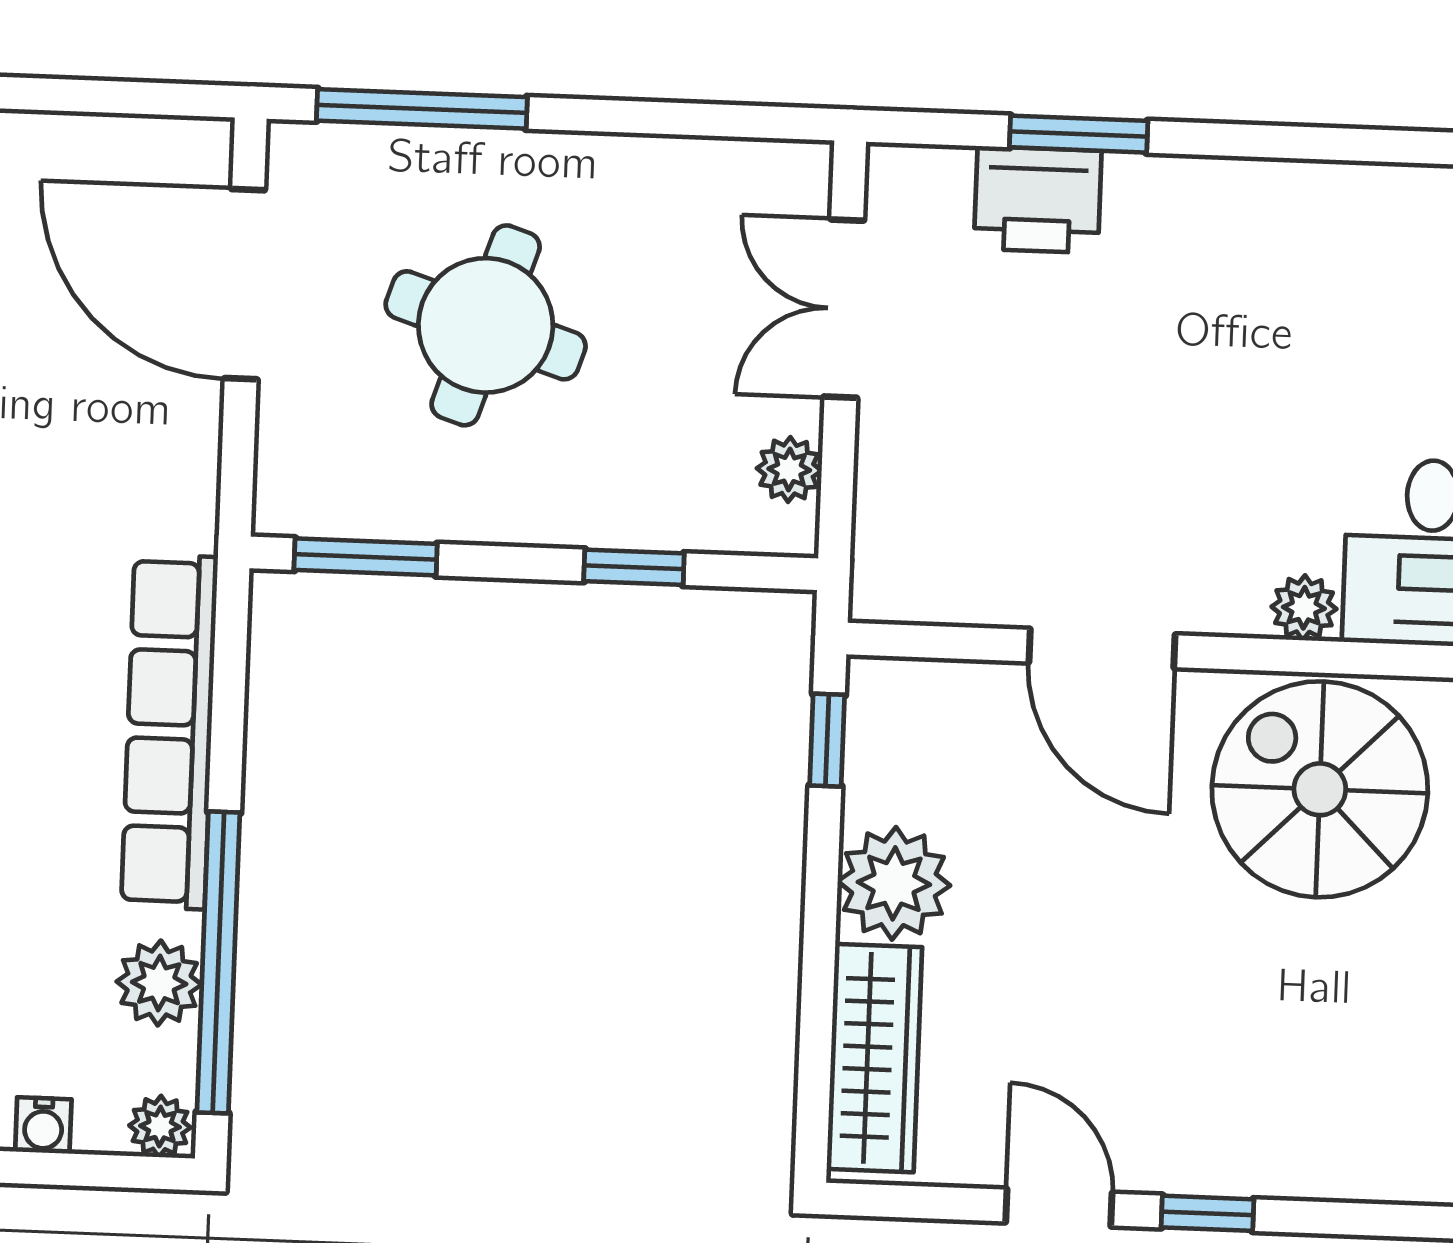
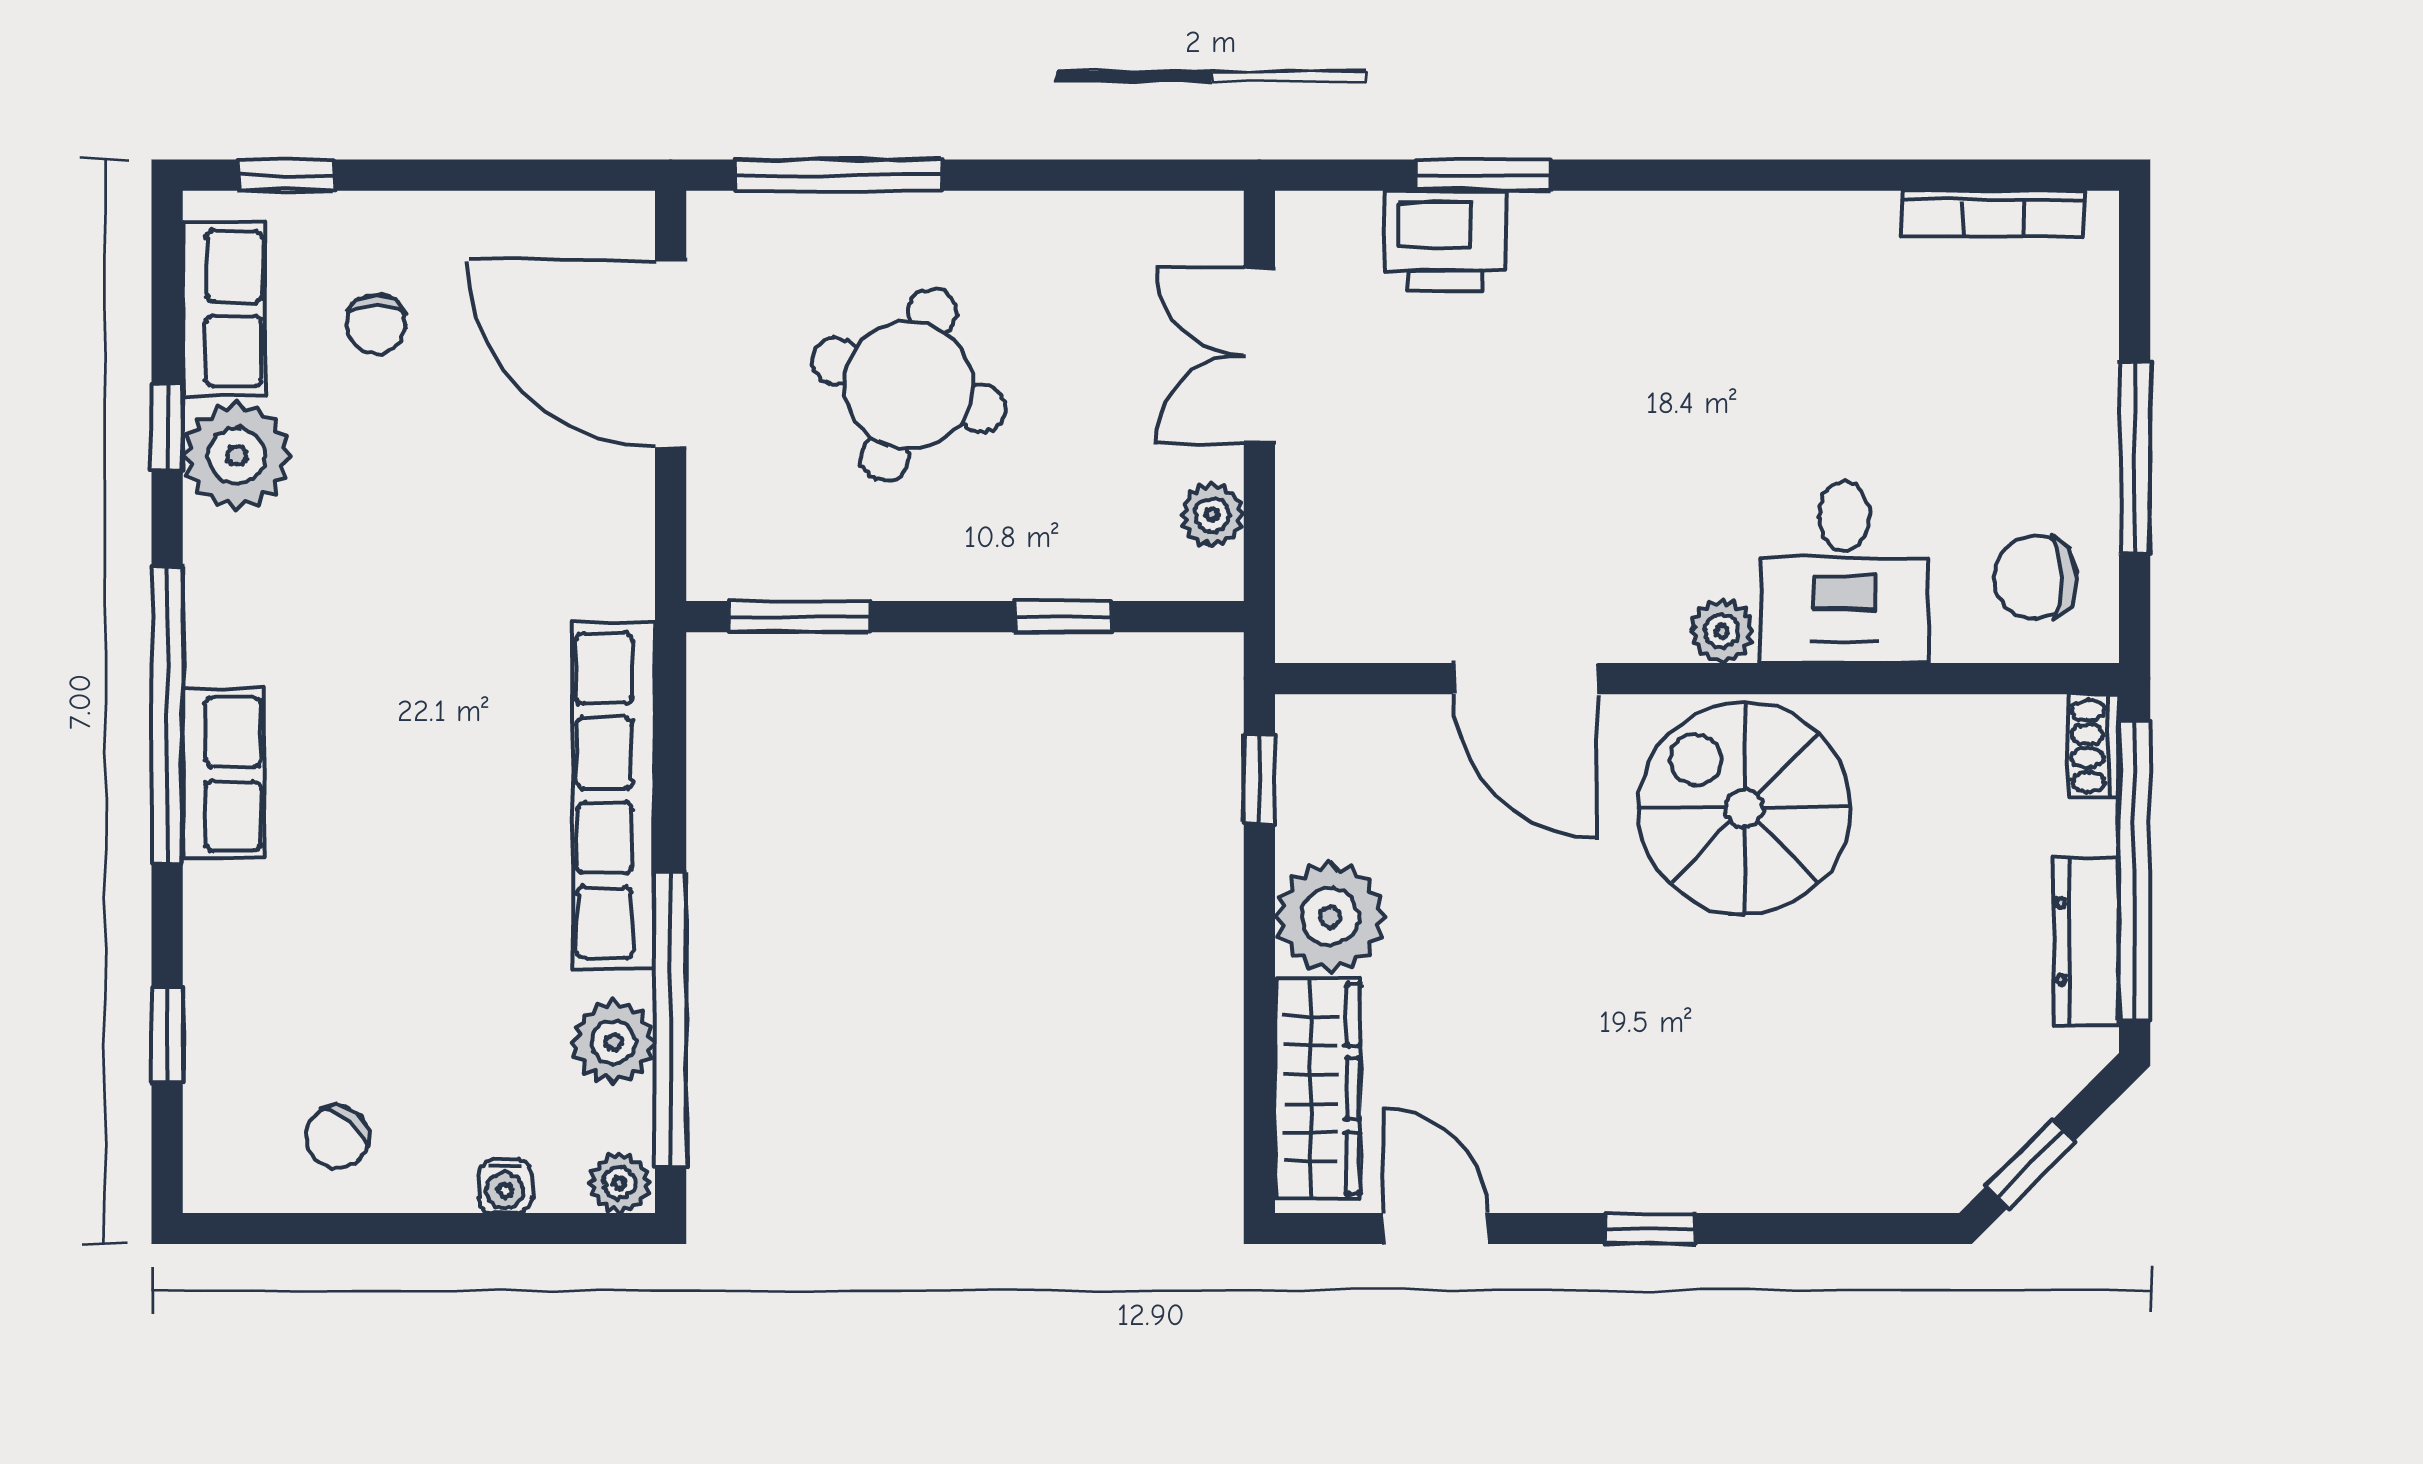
door: (1059, 1208) -> (1436, 1229), moved

